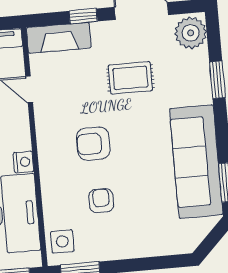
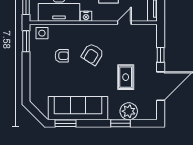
plant: (191, 33) -> (129, 111), moved
fireplace: (59, 38) -> (150, 41), removed
armchair: (93, 144) -> (92, 54), turned -148

